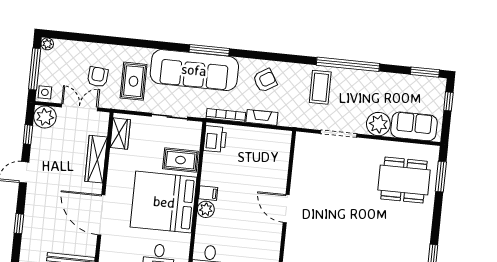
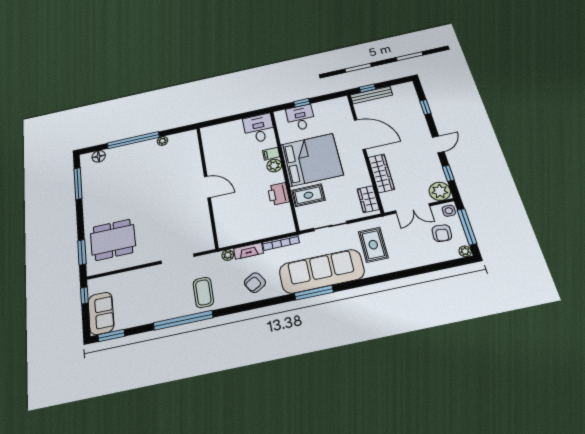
armchair: (98, 77) -> (442, 233), moved
window: (448, 101) -> (84, 296), moved
plant: (378, 124) -> (228, 255), moved, width x0.53, depth x0.53
sofa: (414, 126) -> (101, 313), moved, turned -90
printer: (215, 139) -> (278, 194), moved
filing cabinet: (208, 193) -> (271, 154), moved

